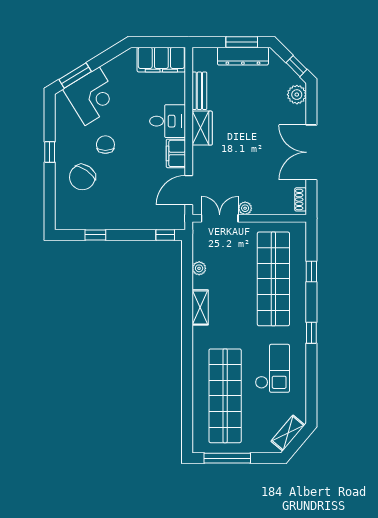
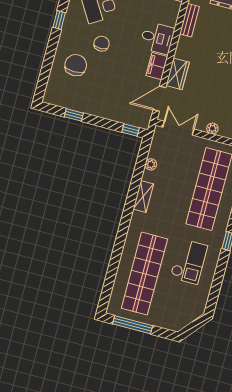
wardrobe: (202, 128) -> (178, 74), moved
window: (50, 152) -> (59, 20), moved
chair: (82, 177) -> (76, 65), turned 145
plant: (245, 208) -> (212, 128), moved
shelving: (288, 433) -> (187, 318), removed

